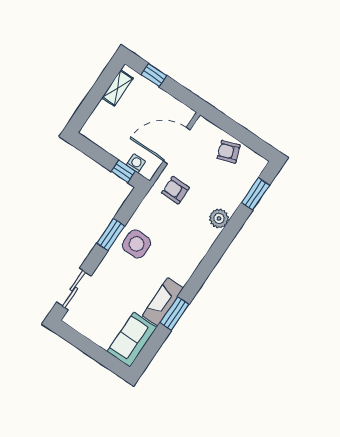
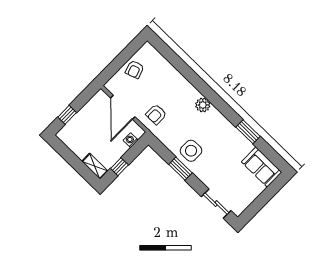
shelving: (118, 88) -> (95, 166), moved
window: (123, 171) -> (119, 167), moved
window: (255, 194) -> (170, 55), removed
plant: (219, 218) -> (203, 105), moved
fireplace: (163, 302) -> (238, 139), removed

